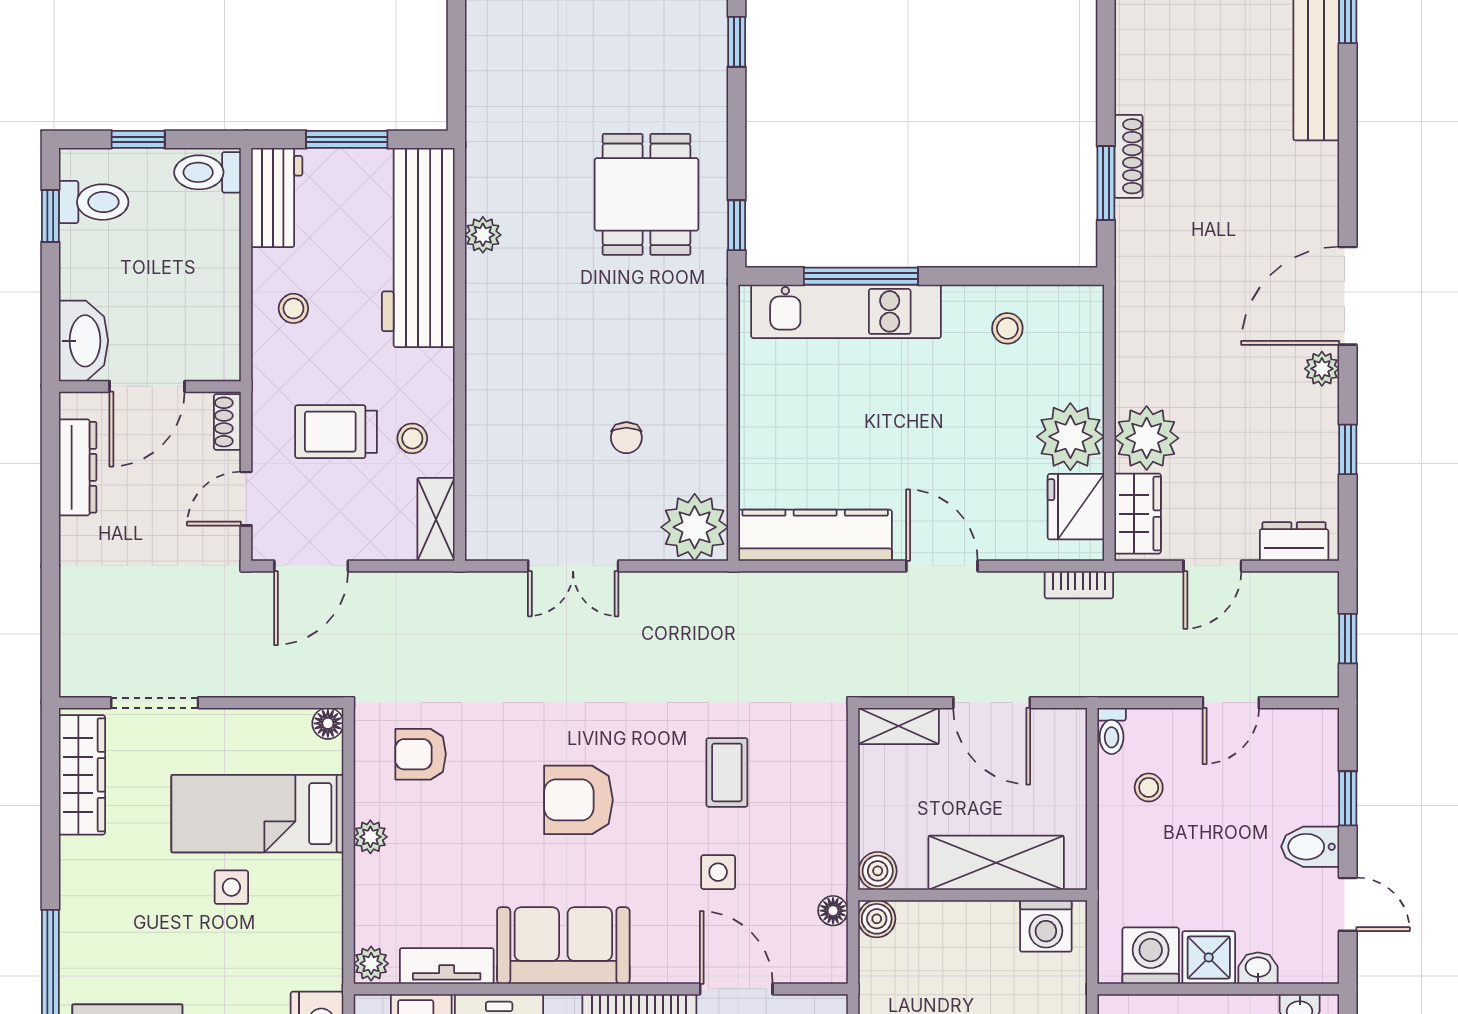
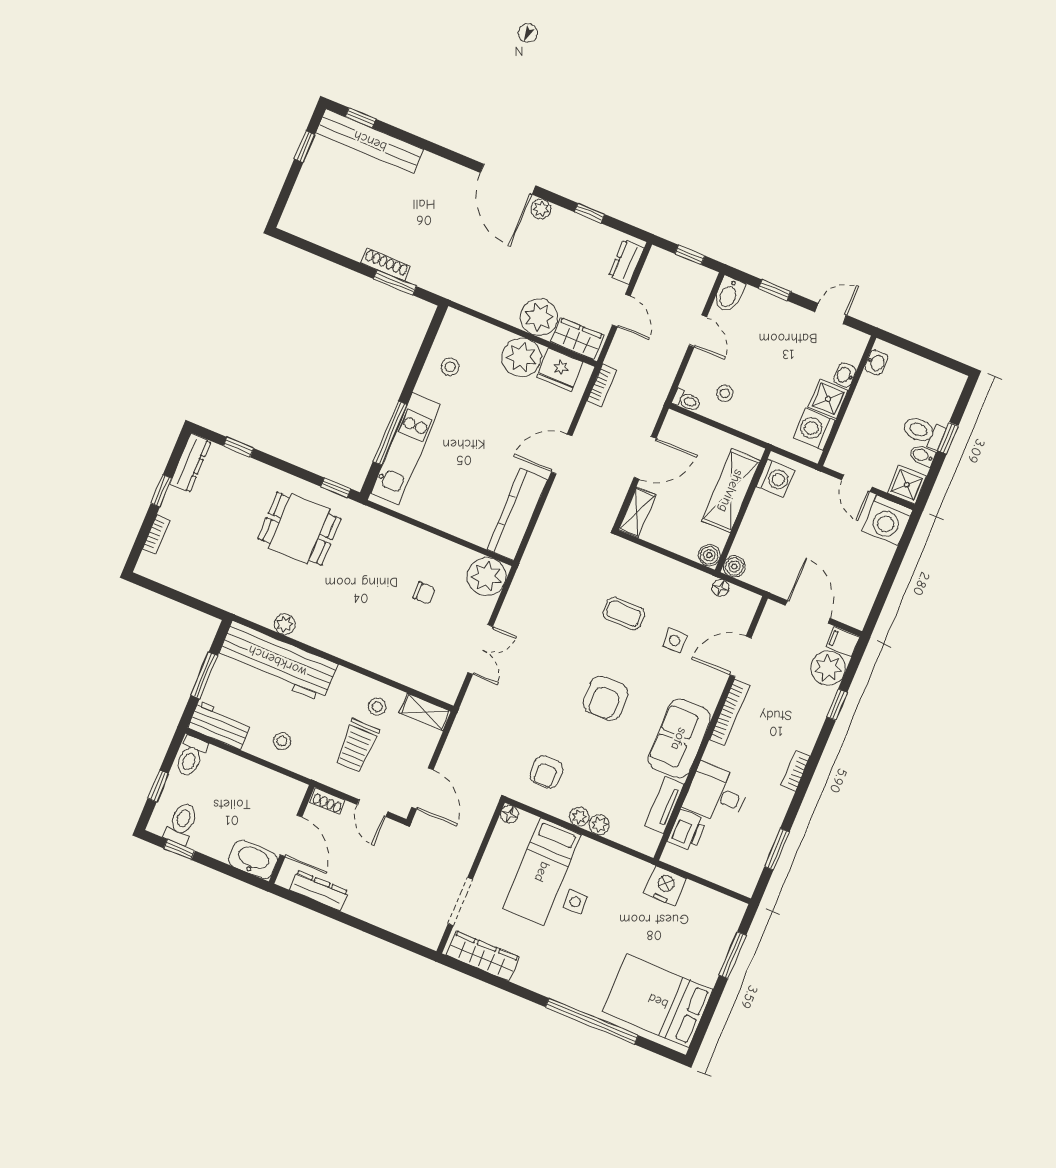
bidet: (1310, 847) -> (729, 294), moved
plant: (371, 964) -> (599, 825), moved

